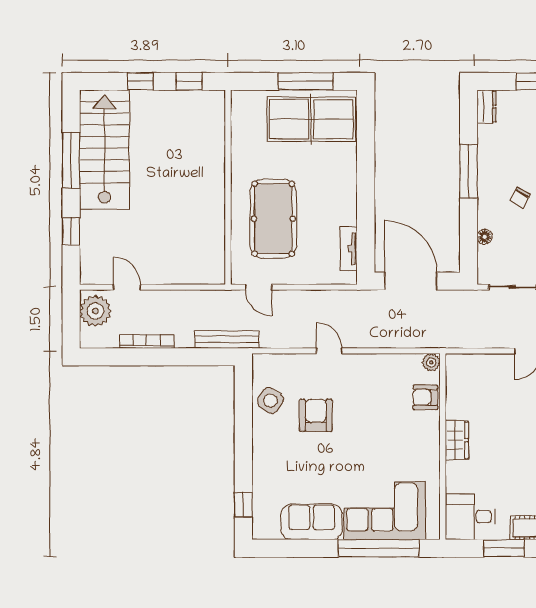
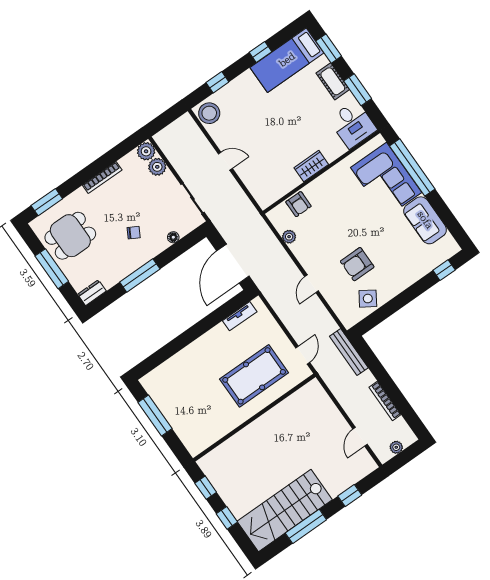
table tennis table: (311, 119) -> (176, 396), removed
plant: (95, 311) -> (396, 447), width x0.53, depth x0.53
plant: (431, 362) -> (289, 237), moved

